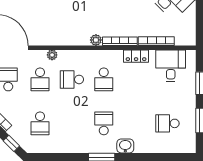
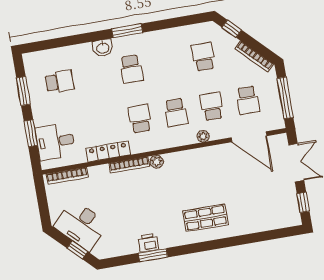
bookcase: (156, 41) -> (67, 176), moved
locker: (136, 56) -> (108, 151), width x1.53
desk: (171, 66) -> (55, 142), moved, turned 90
school desk: (72, 79) -> (176, 113), turned 90

